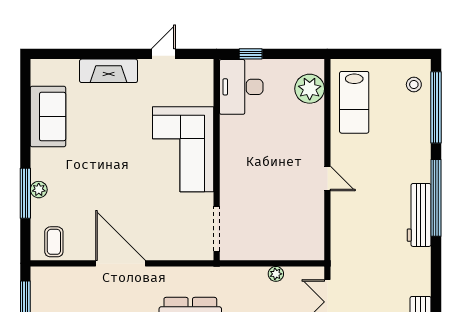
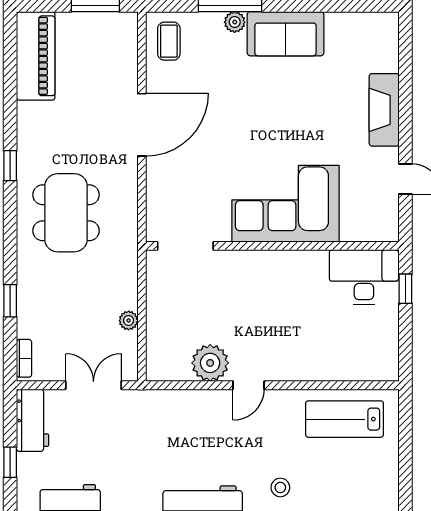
stool: (414, 85) -> (280, 487), moved
plant: (310, 89) -> (210, 363), moved
sofa: (48, 117) -> (286, 34), moved
coffee table: (54, 242) -> (169, 41), turned 90

